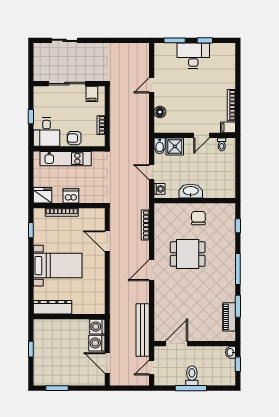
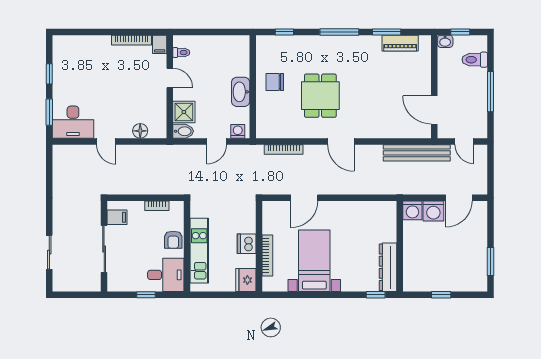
desk: (193, 56) -> (73, 122), moved, turned -90
window: (31, 230) -> (376, 295), moved
bed with nightstands: (58, 266) -> (314, 261), moved
toilet: (192, 376) -> (475, 60), moved

